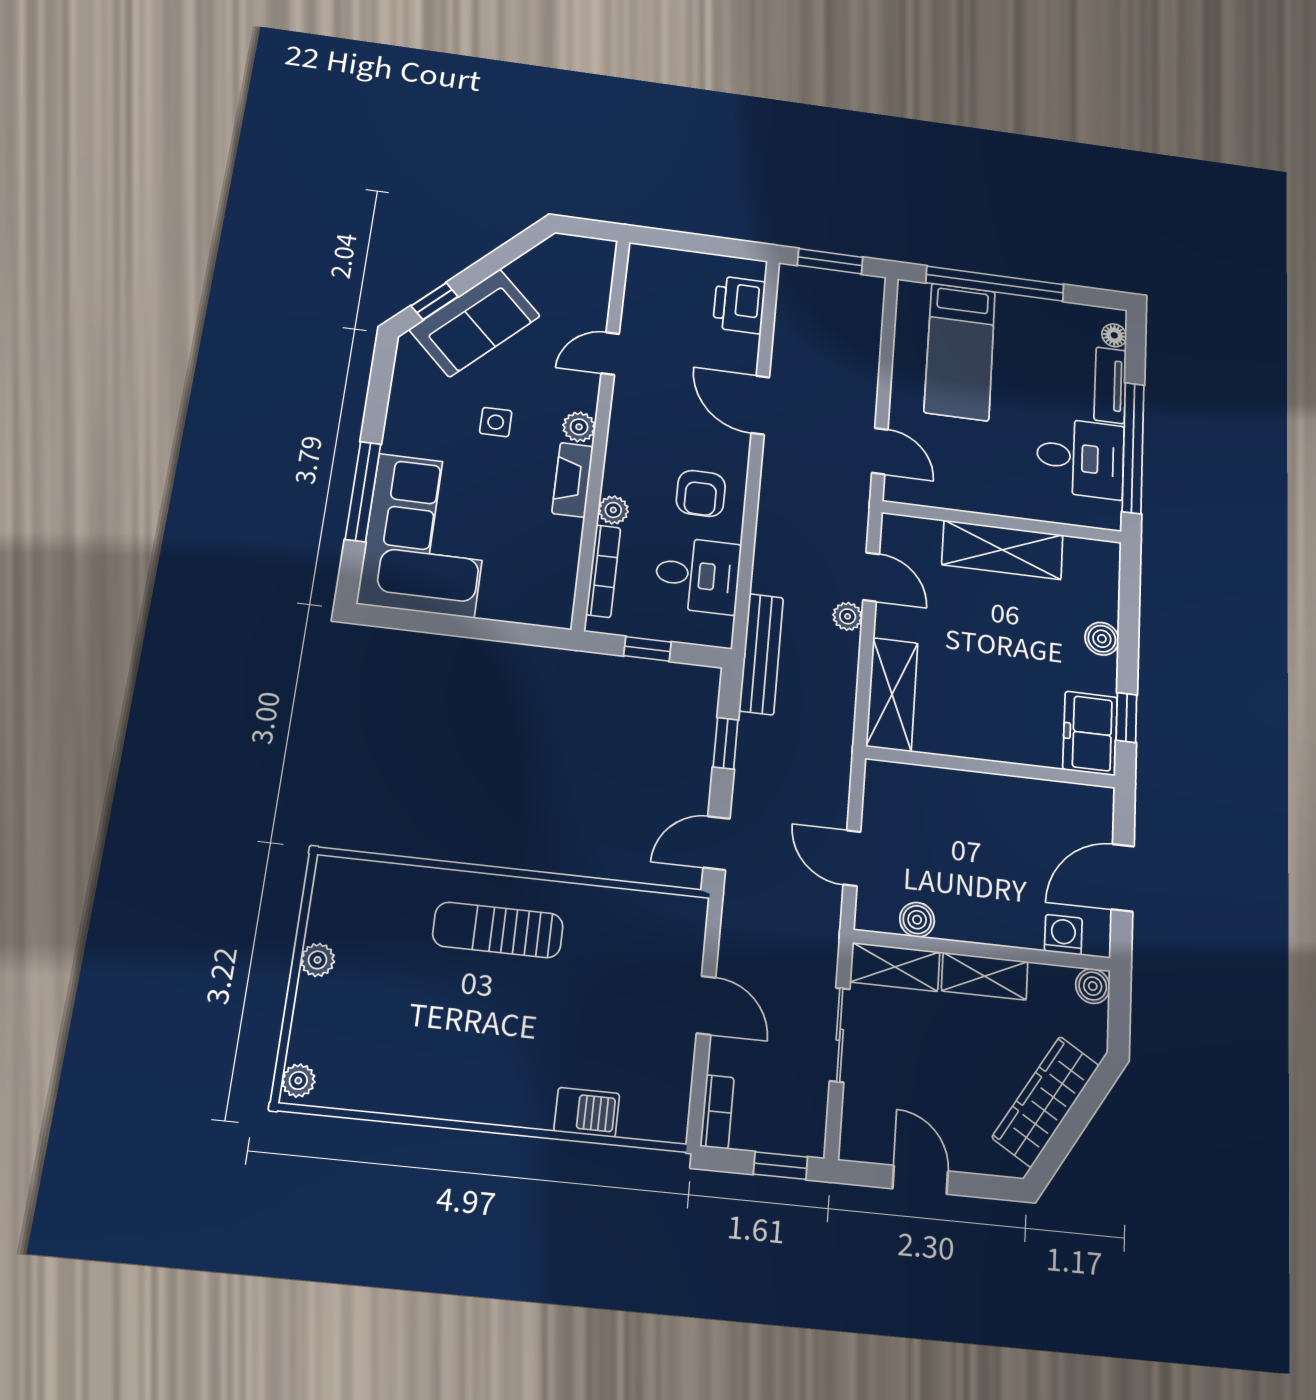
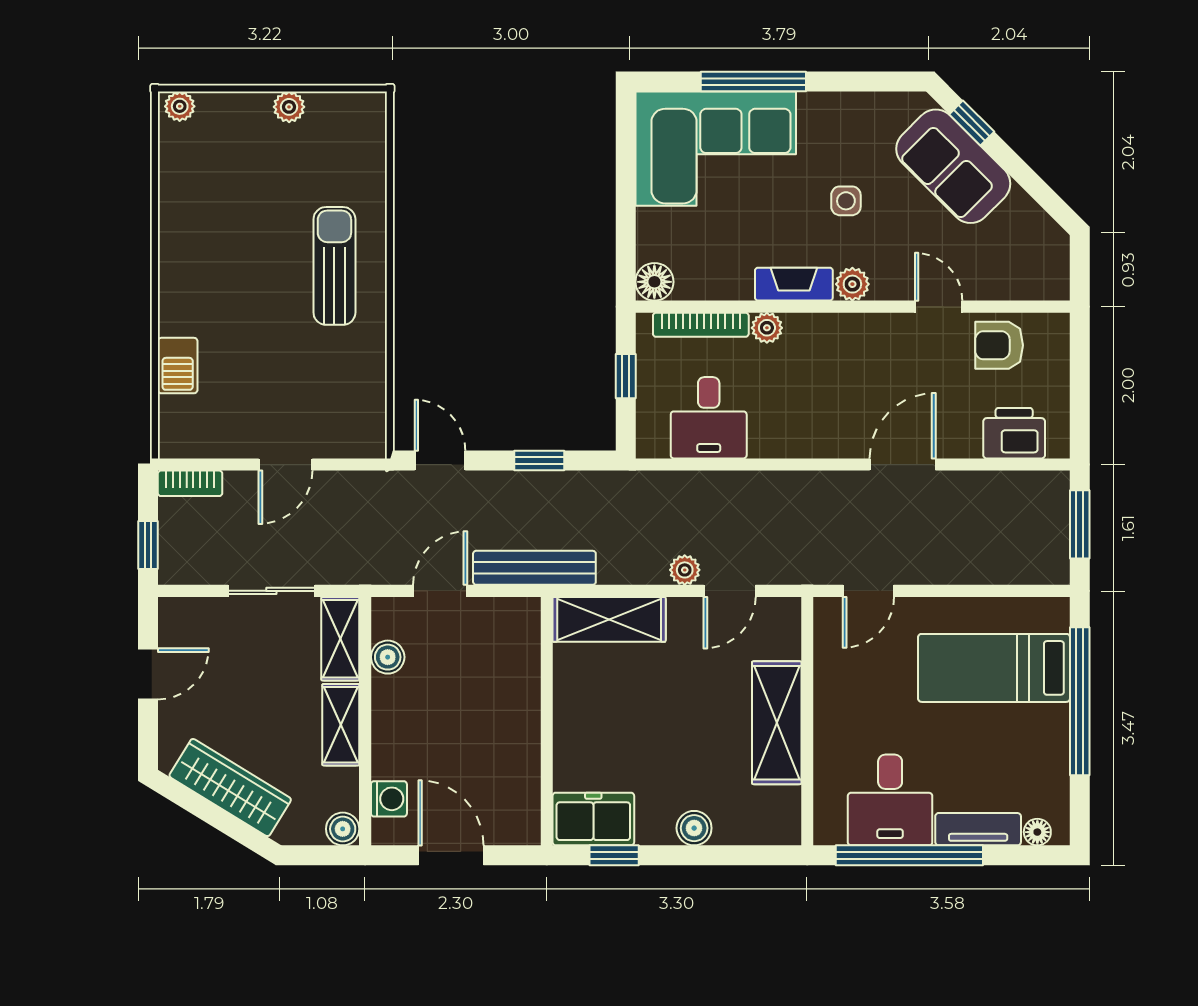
armchair: (701, 493) -> (999, 345), moved
floor lamp: (554, 610) -> (654, 282), added
bench: (761, 654) -> (534, 568), moved

